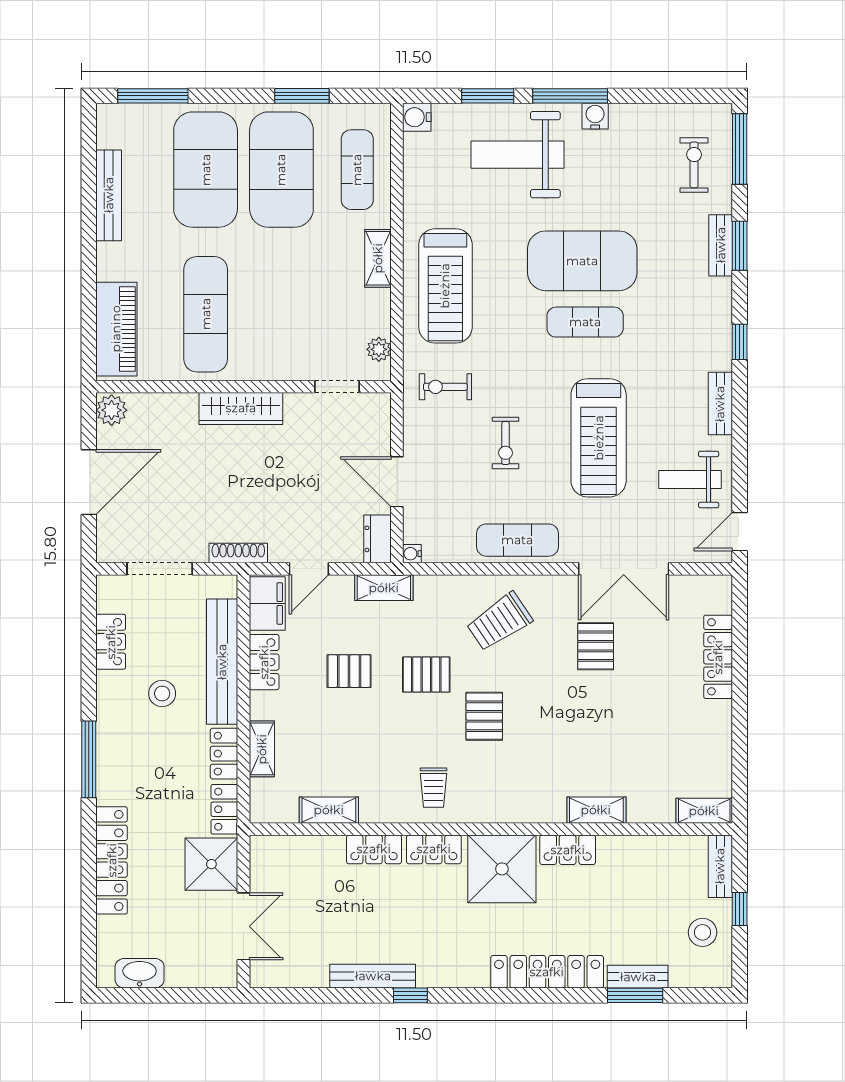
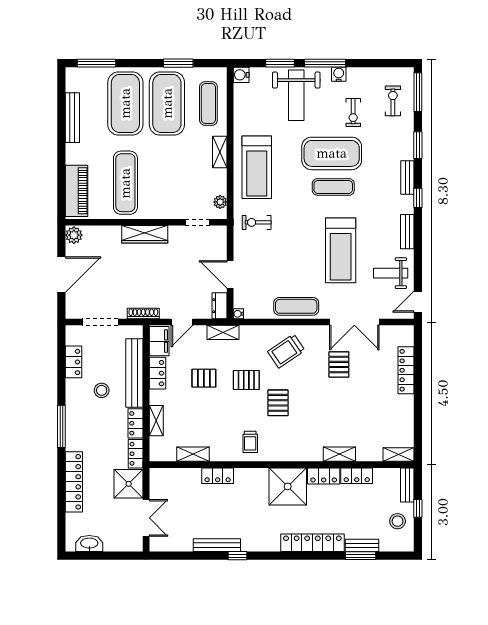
weight bench: (518, 155) -> (296, 95), turned -90
bench: (721, 245) -> (407, 177), moved
exercise bike: (506, 443) -> (353, 113), moved
locker: (434, 849) -> (357, 476), moved

